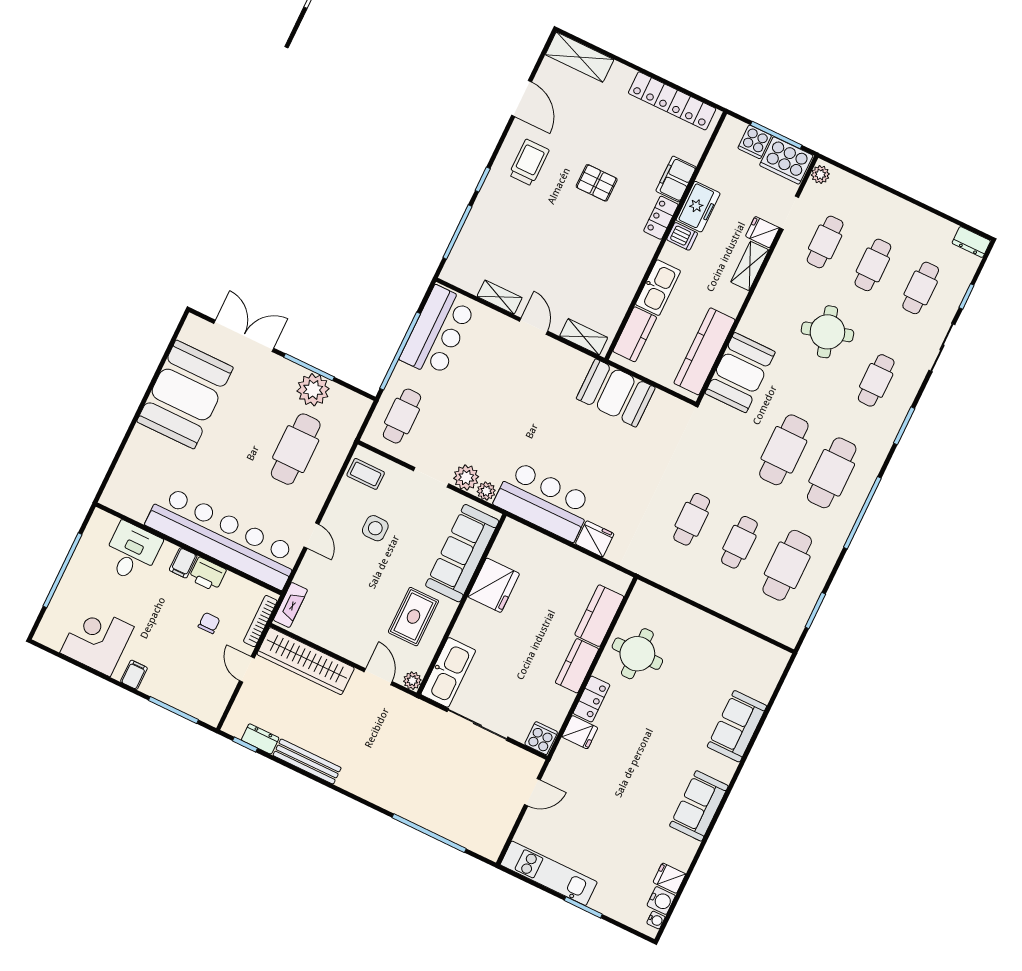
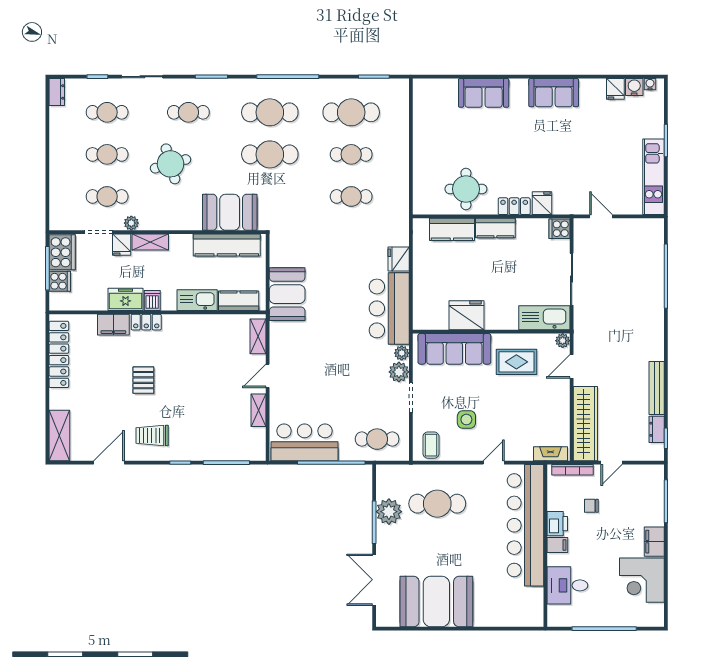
plant: (820, 174) -> (131, 223), moved
filing cabinet: (134, 675) -> (654, 542), width x2.00

